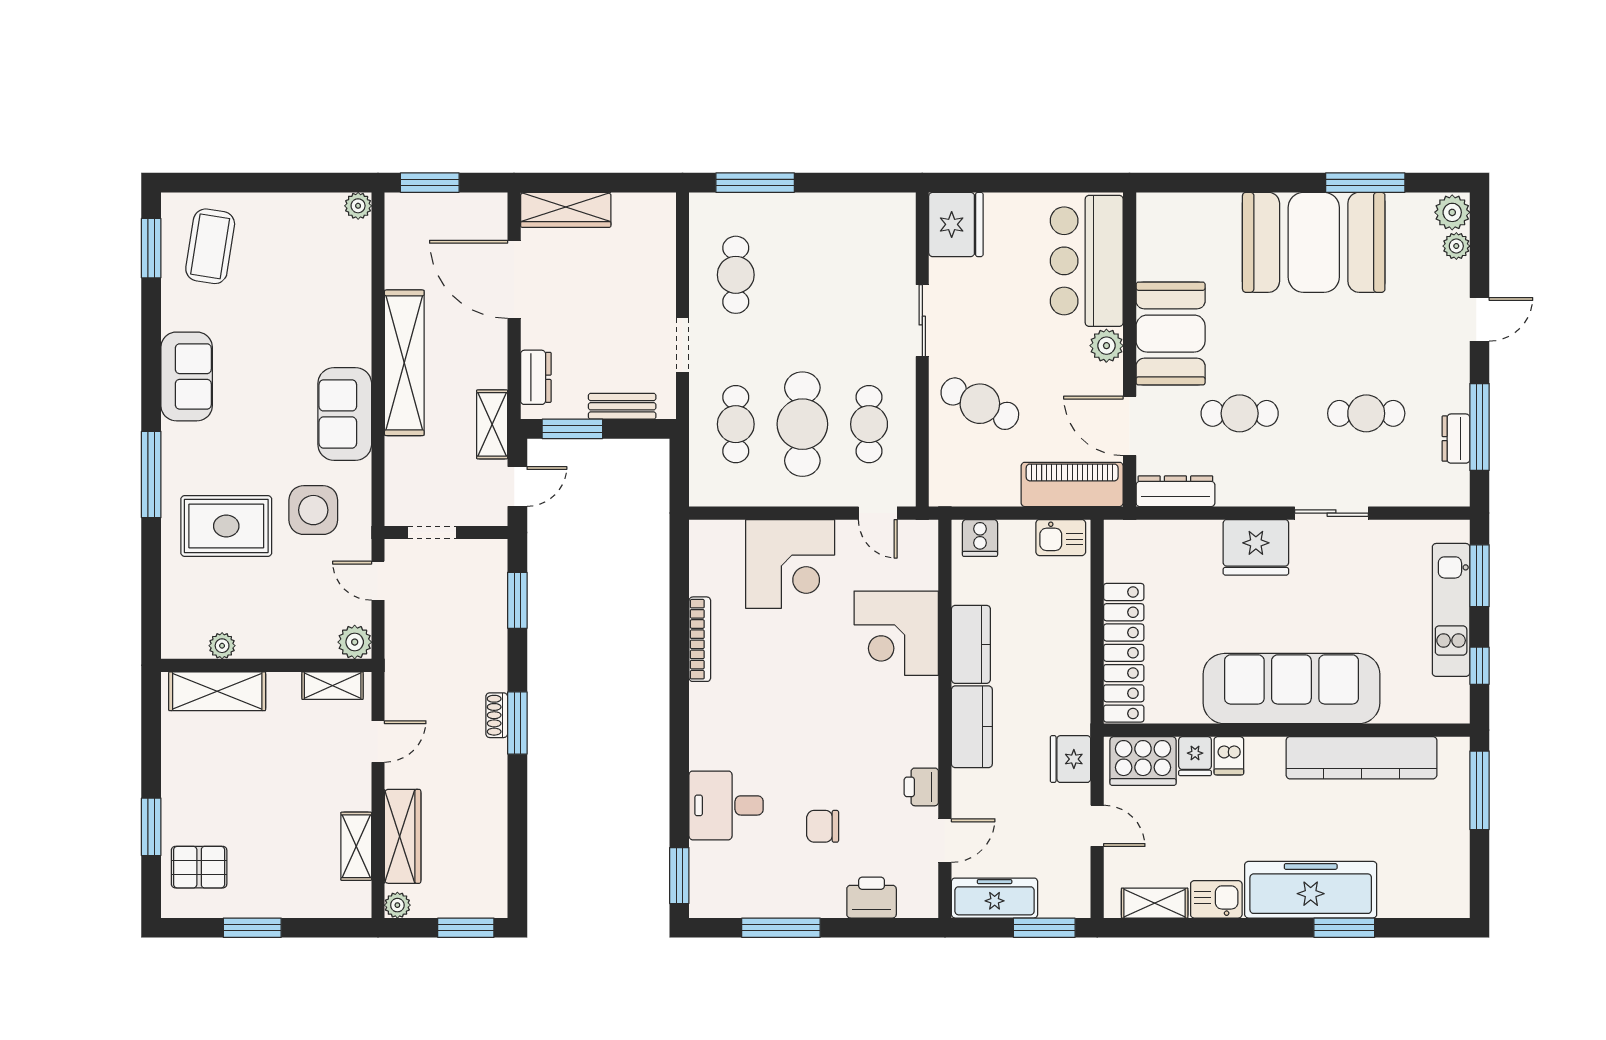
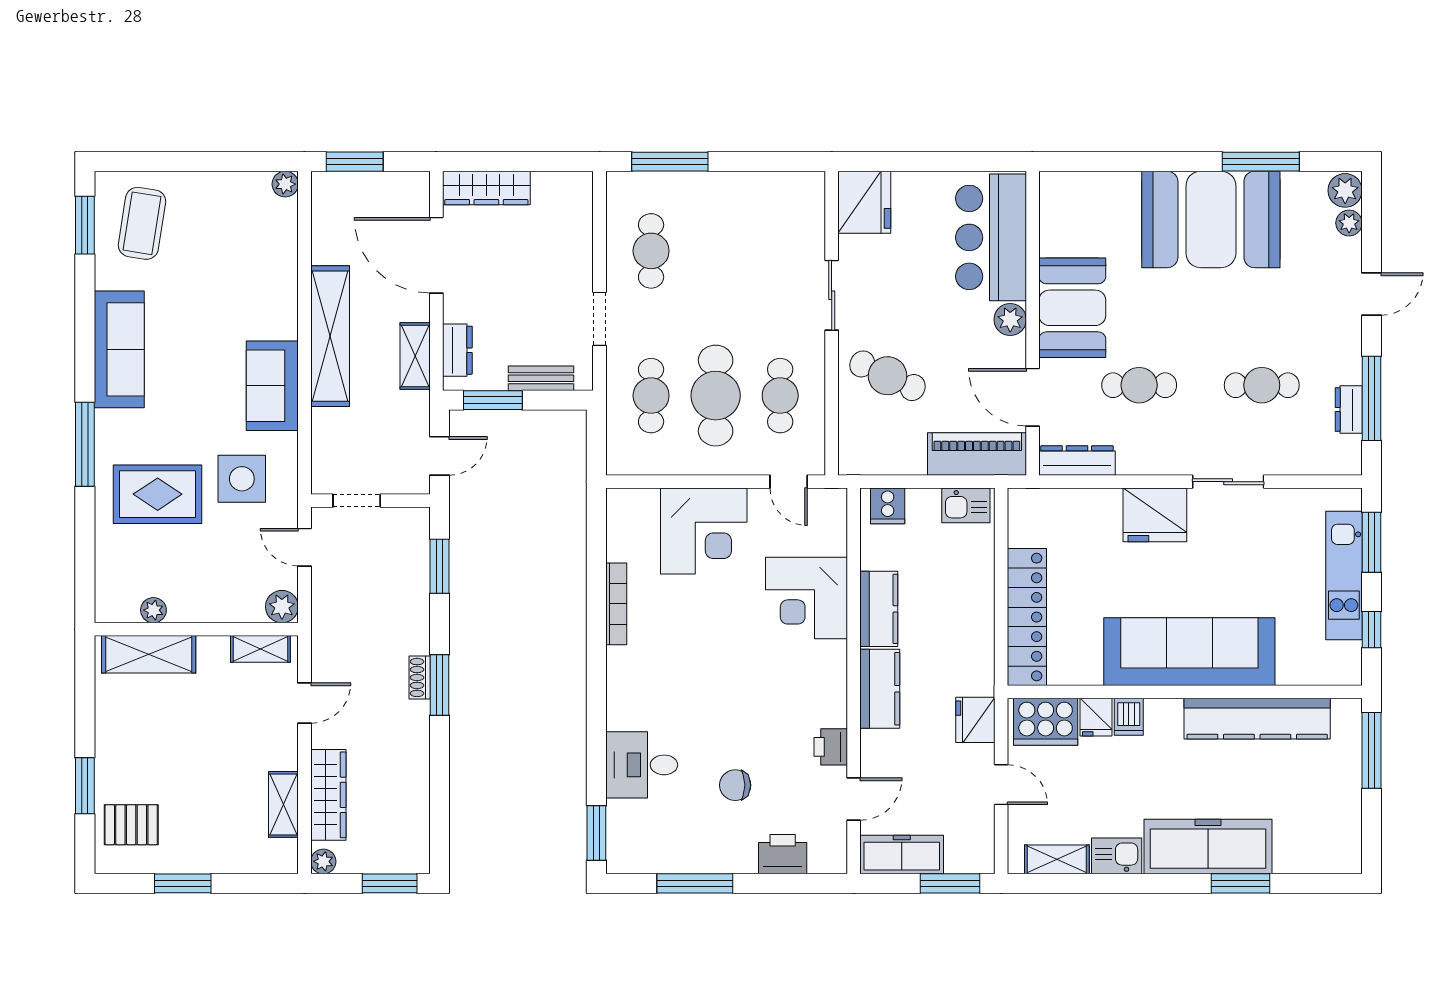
sofa: (187, 376) -> (119, 349), width x1.36
shelving: (492, 424) -> (415, 356), moved

